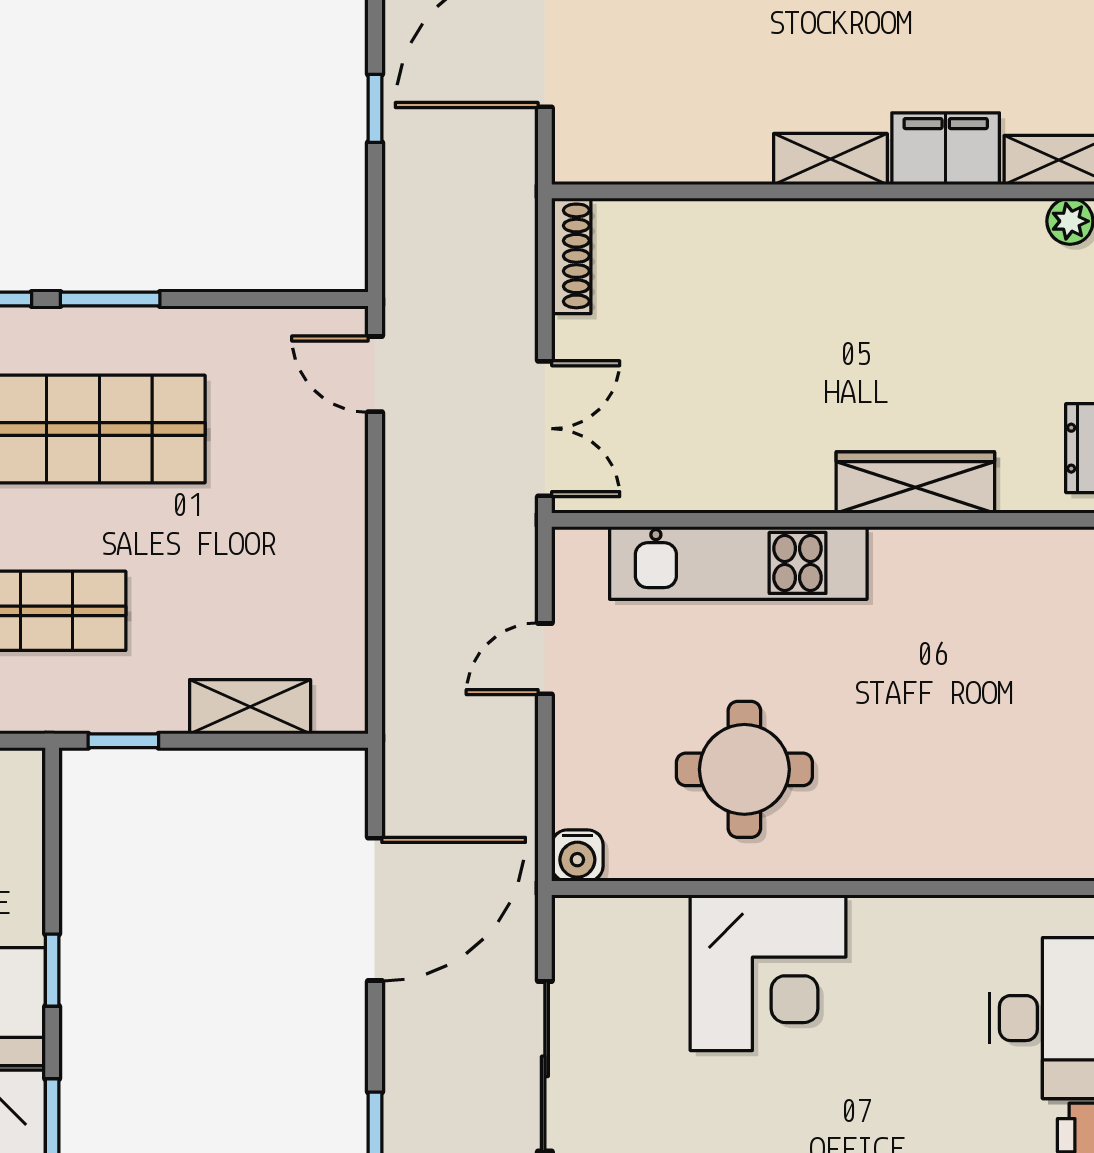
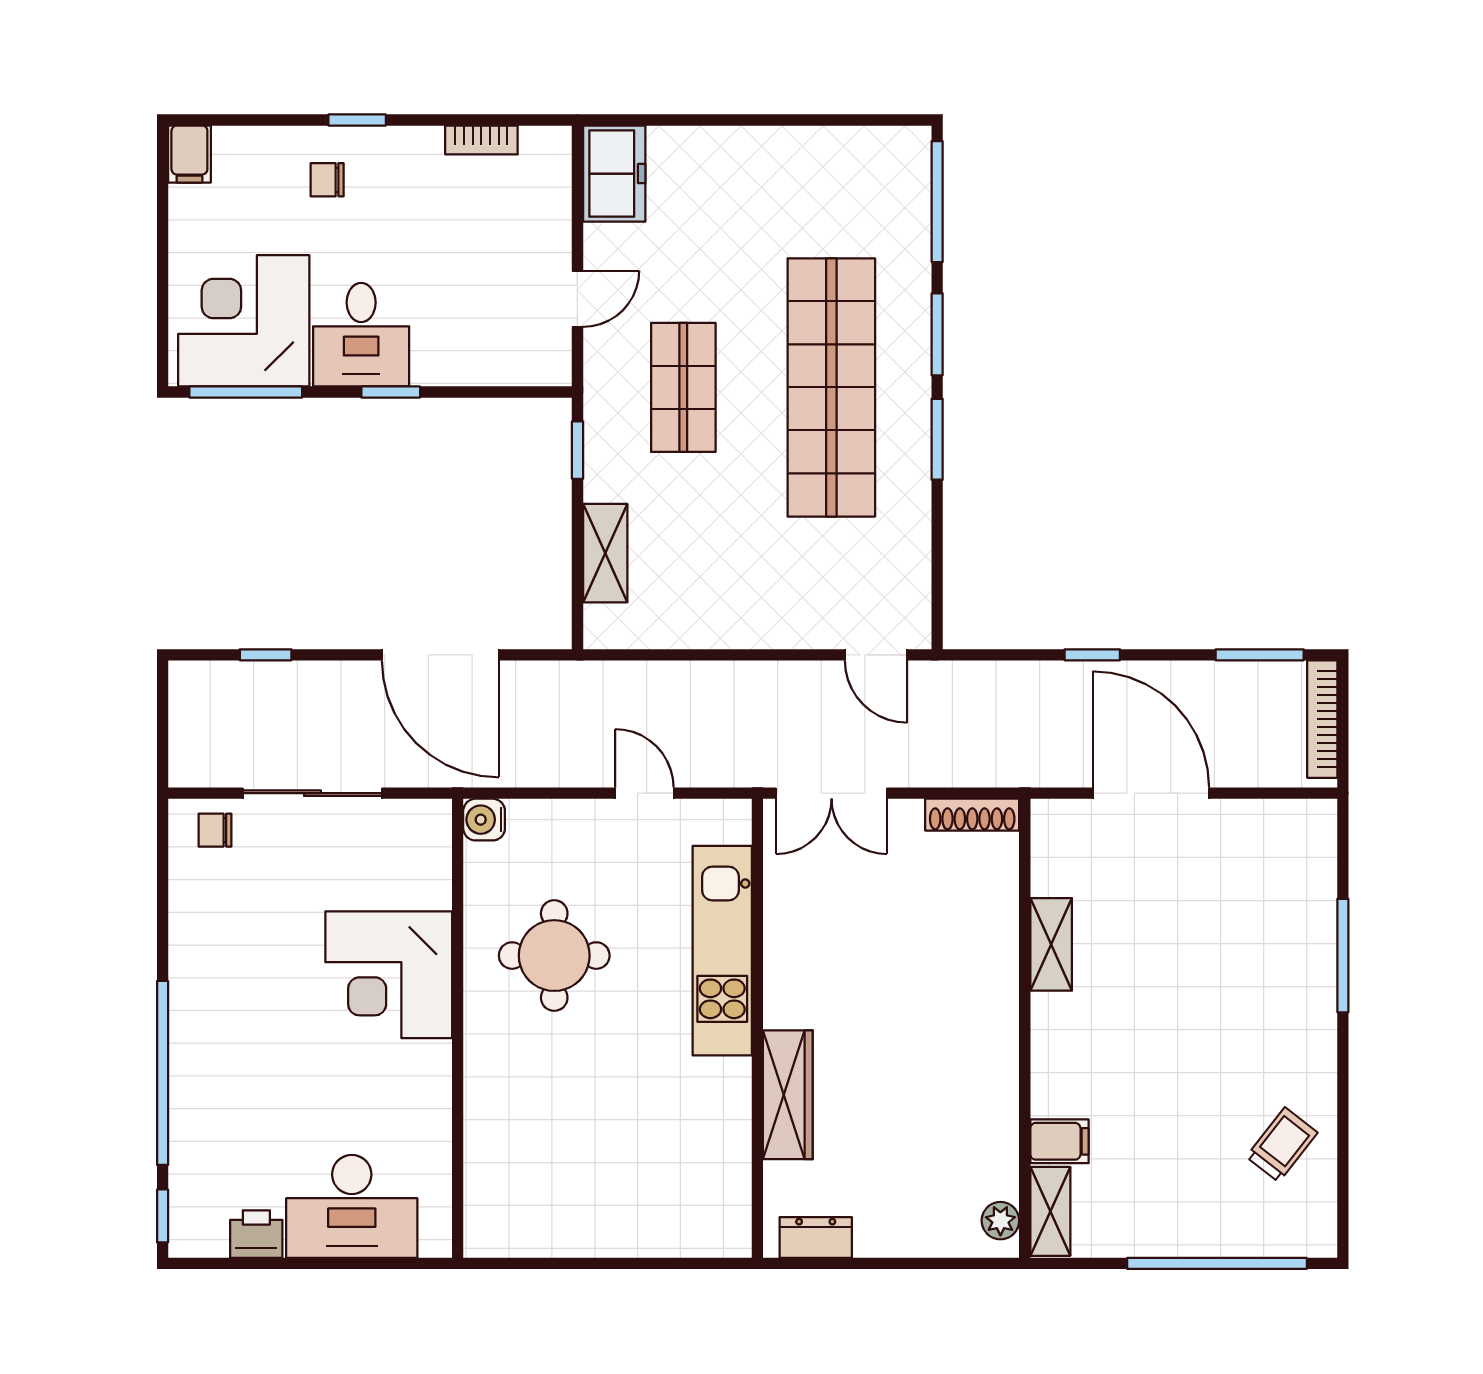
filing cabinet: (946, 149) -> (1059, 1141), width x0.50
shelving: (830, 159) -> (1051, 944), moved
door: (375, 374) -> (876, 655), swing flipped

